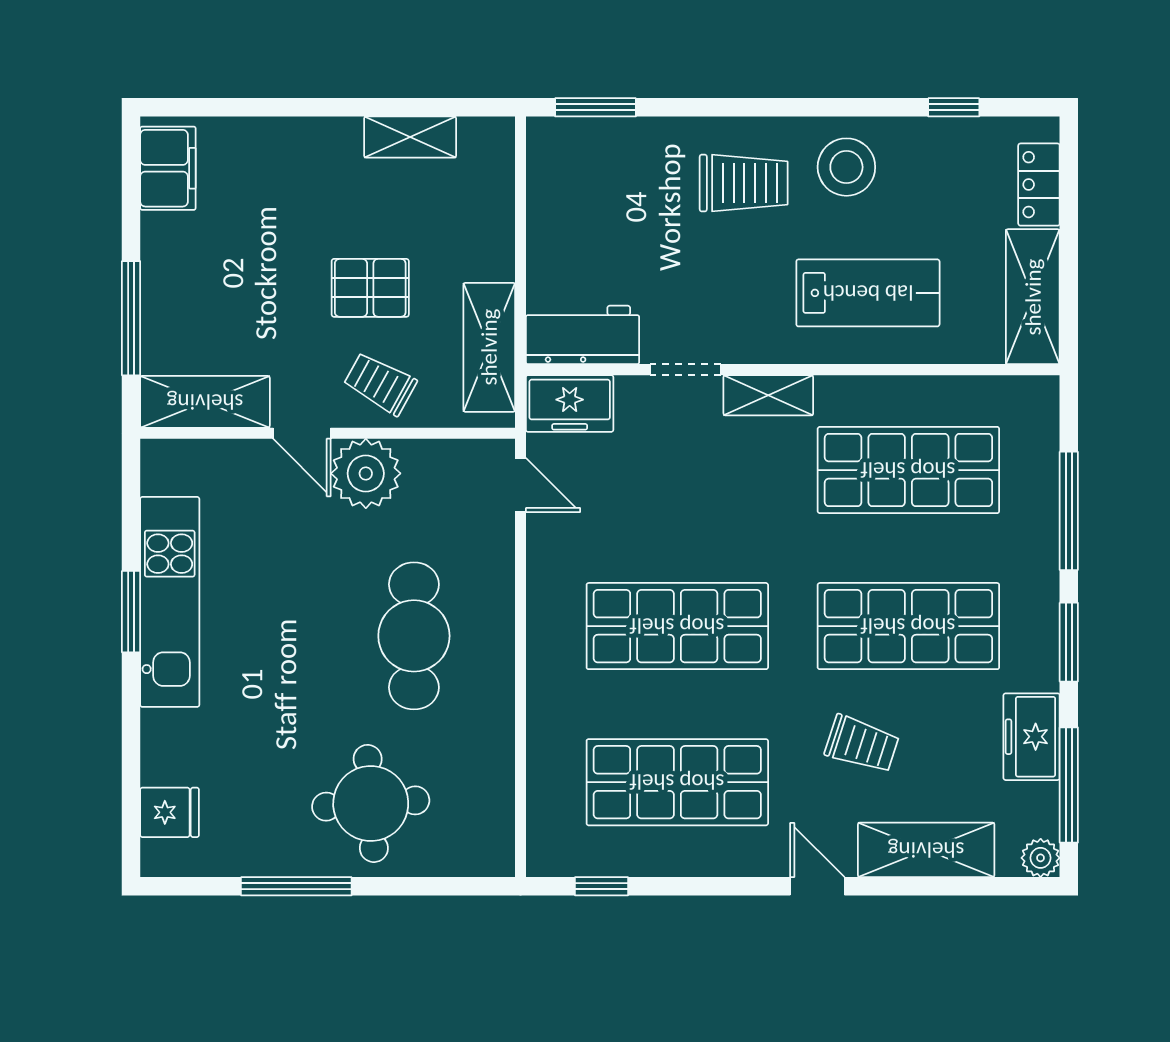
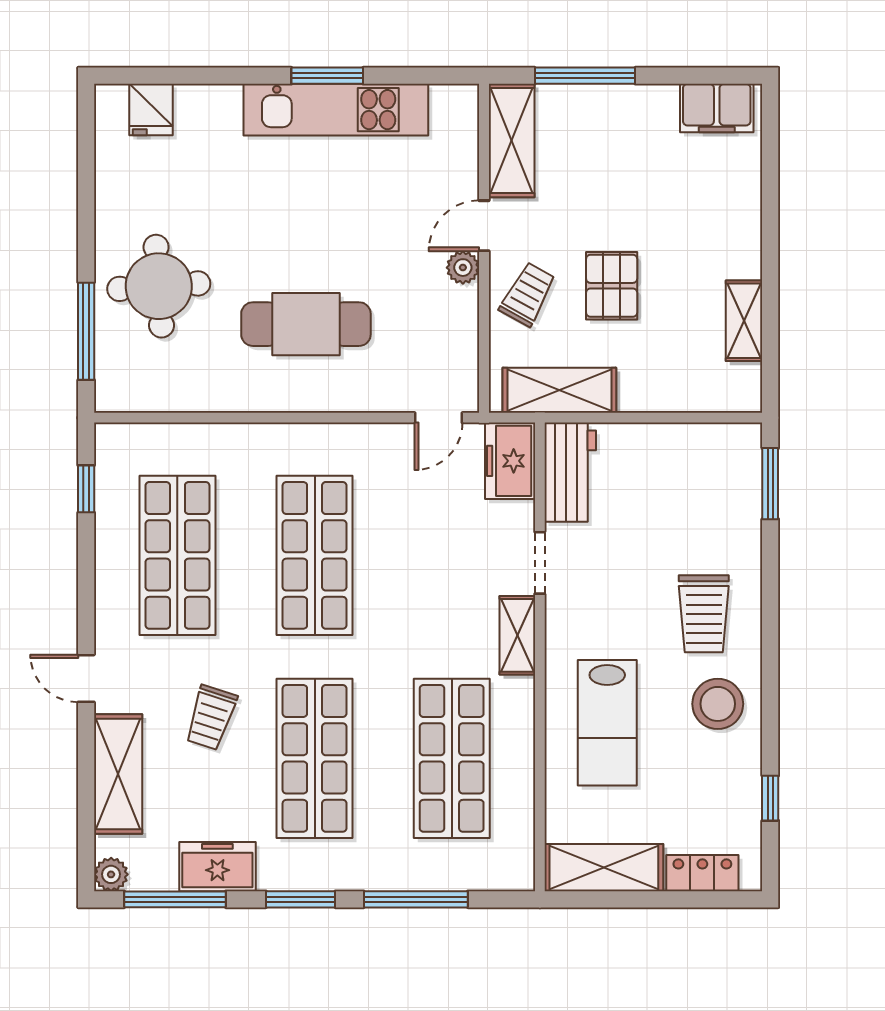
plant: (366, 473) -> (463, 268), width x0.53, depth x0.53
window: (296, 886) -> (86, 331), moved
door: (817, 886) -> (86, 678), swing flipped

